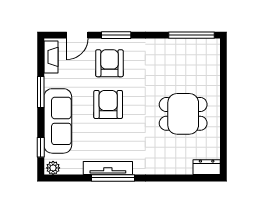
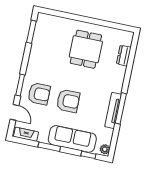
window: (191, 35) -> (31, 32), width x0.69
armchair: (109, 63) -> (39, 94), turned 180
armchair: (108, 104) -> (68, 101), turned 180
dresser: (207, 167) -> (124, 56), moved

